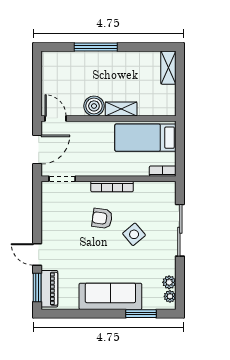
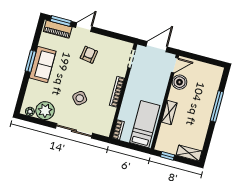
window: (180, 96) -> (168, 156), added
boiler: (94, 106) -> (179, 82), moved
door: (37, 150) -> (157, 47), swing flipped
armchair: (102, 218) -> (89, 55), moved
plant: (169, 282) -> (45, 111), width x1.88, depth x1.88
sofa: (110, 296) -> (43, 64), width x0.73
window: (141, 314) -> (31, 61), moved

